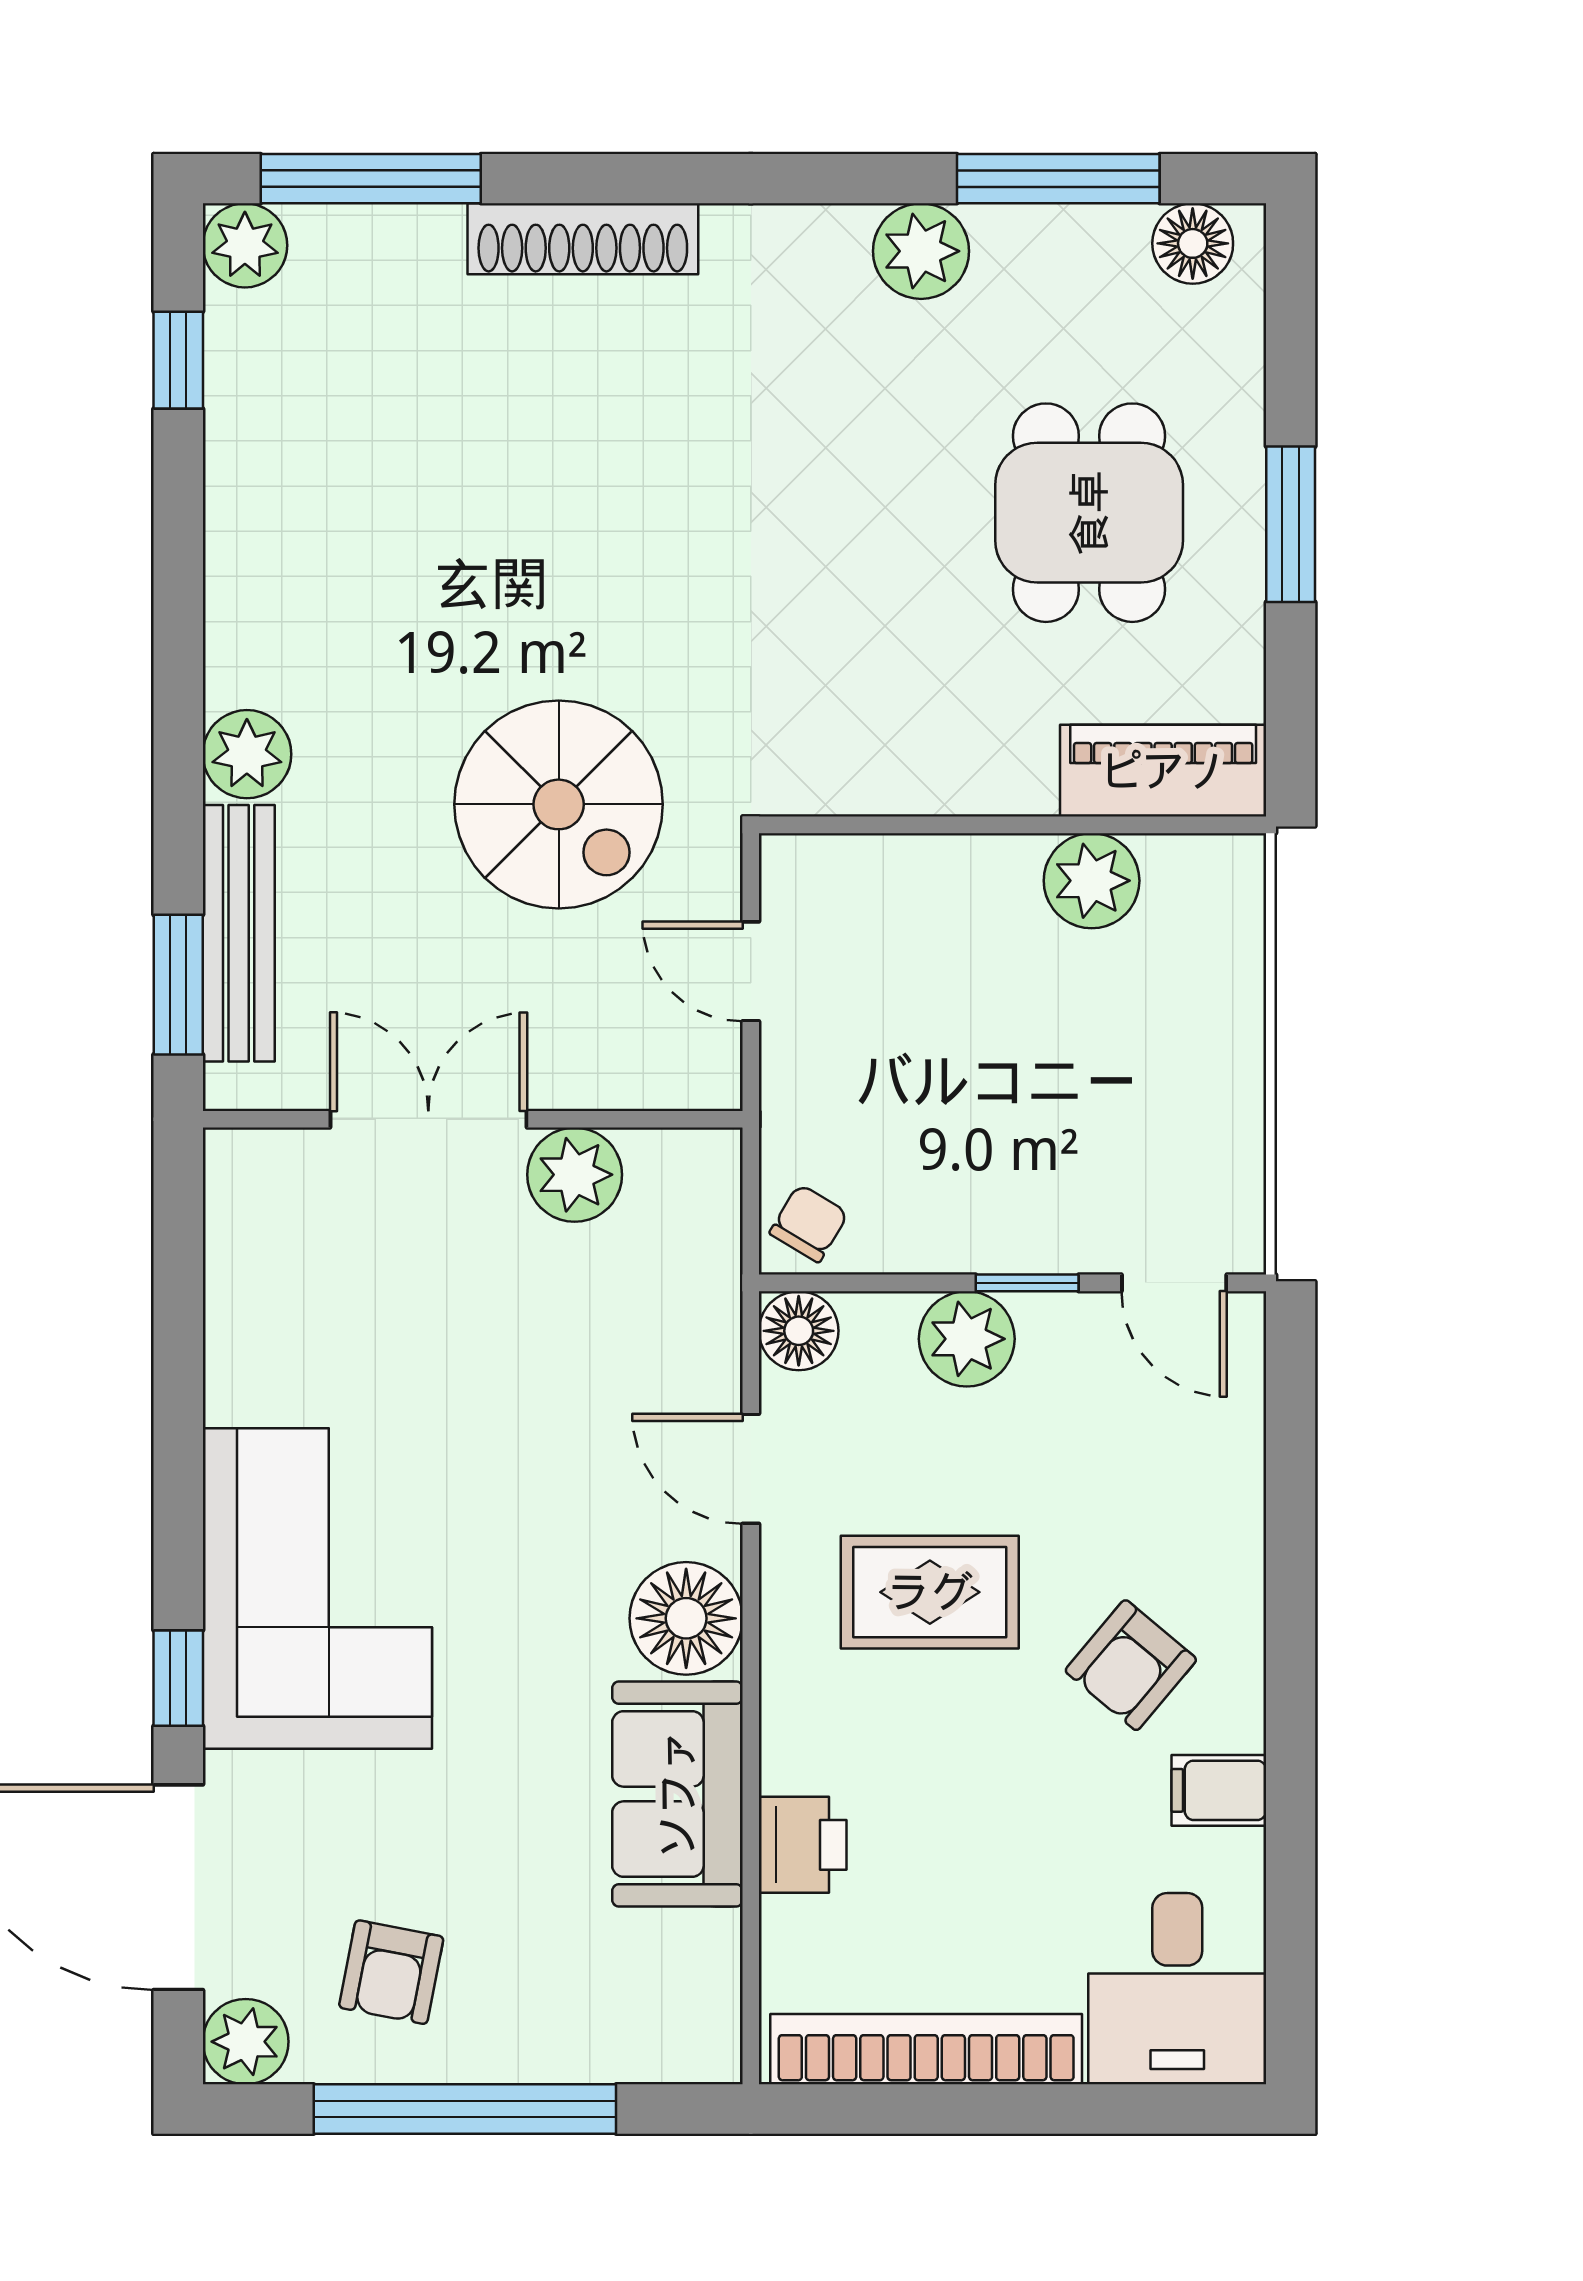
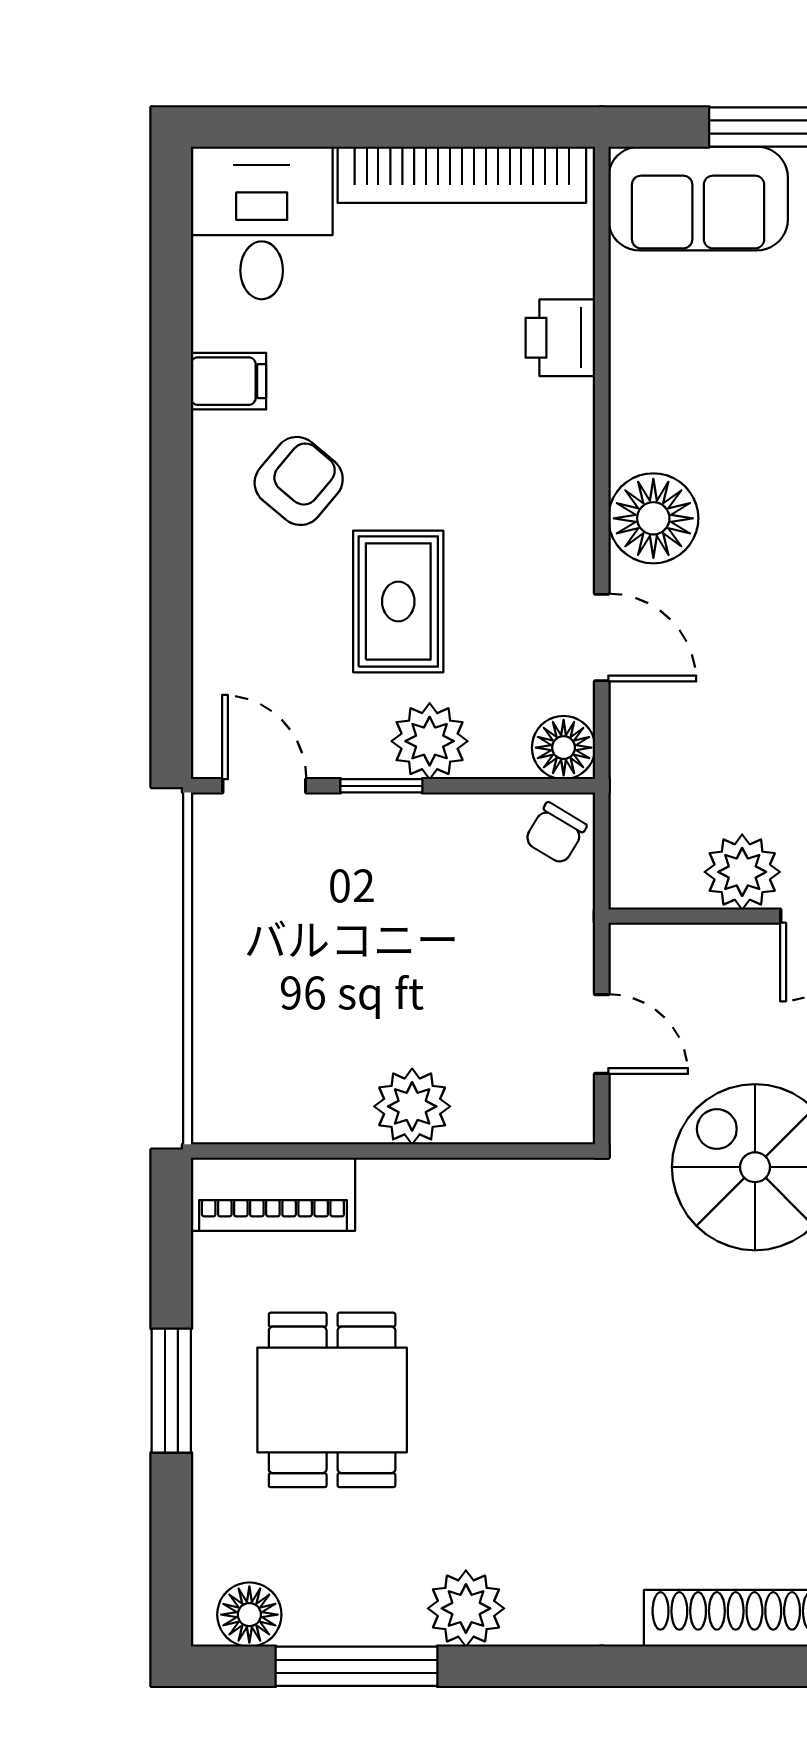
plant: (1092, 881) -> (412, 1106), moved
rug: (930, 1592) -> (398, 601), moved, turned 90
sofa: (677, 1794) -> (698, 199), moved, turned 90

